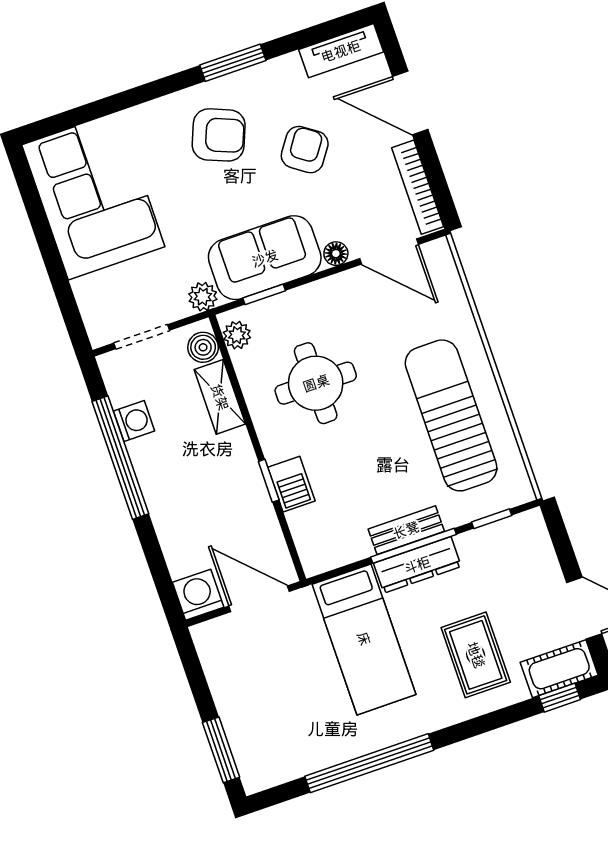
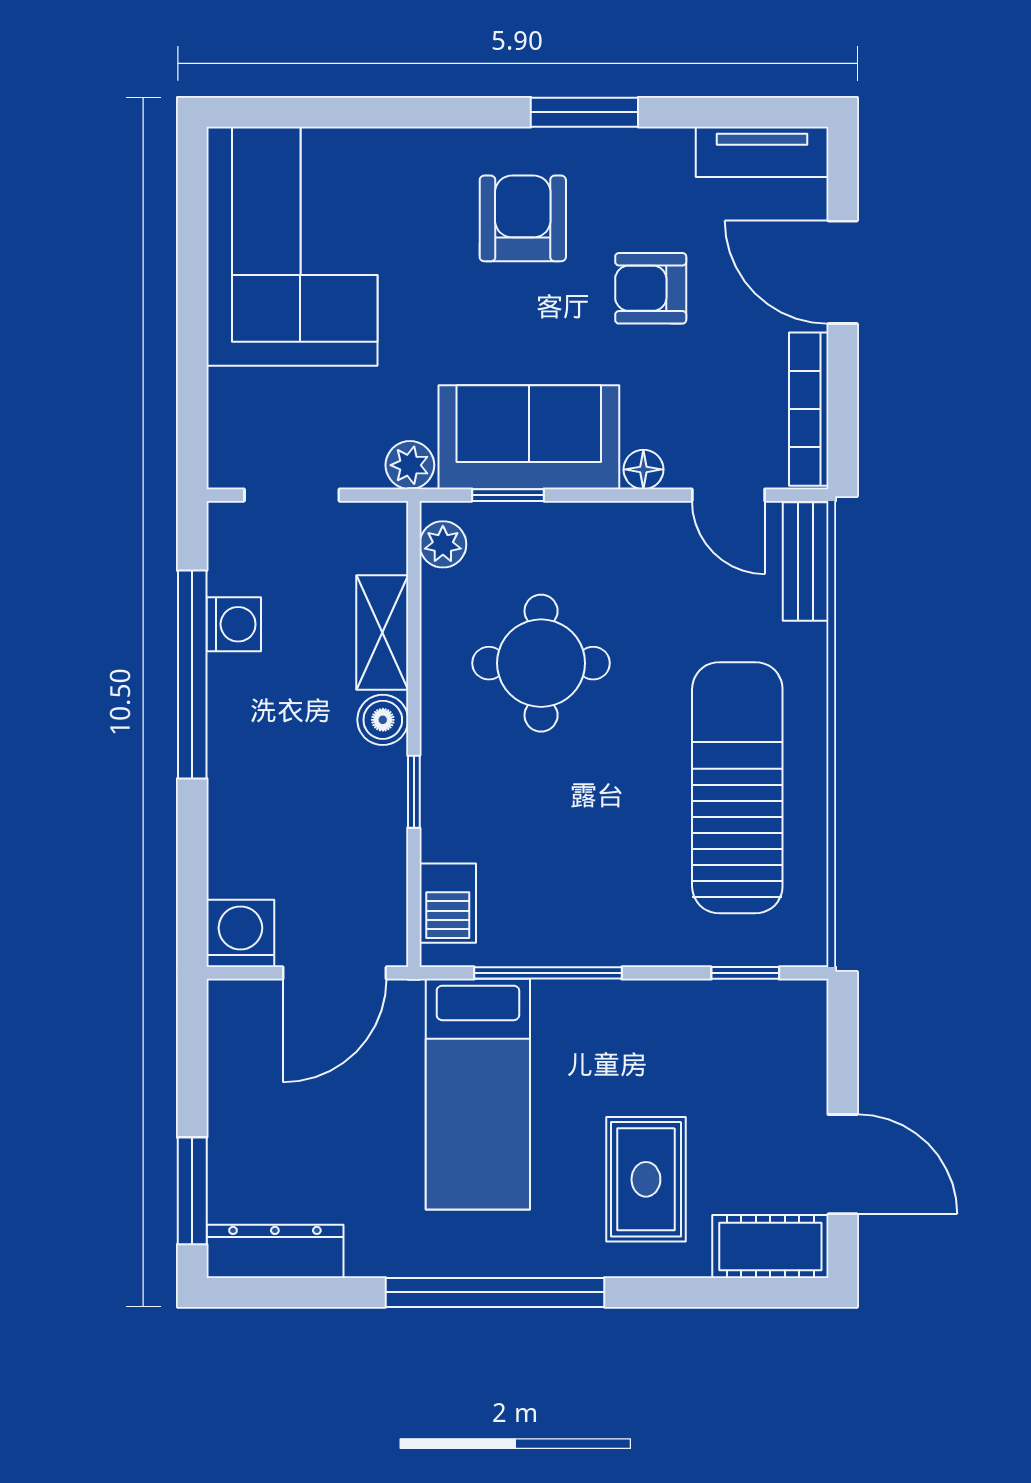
armchair: (219, 135) -> (523, 218), turned -112
armchair: (305, 150) -> (651, 288), turned -125
door: (389, 251) -> (728, 495), width x0.73
boiler: (203, 347) -> (383, 720), moved
barbecue: (291, 484) -> (448, 903), moved
bench: (406, 530) -> (806, 561), moved, turned 90
window: (413, 546) -> (548, 973), moved
dresser: (417, 565) -> (275, 1251), moved, turned 180
door: (259, 599) -> (335, 973), swing flipped
window: (560, 698) -> (755, 1292), removed
window: (369, 763) -> (495, 1292), moved

